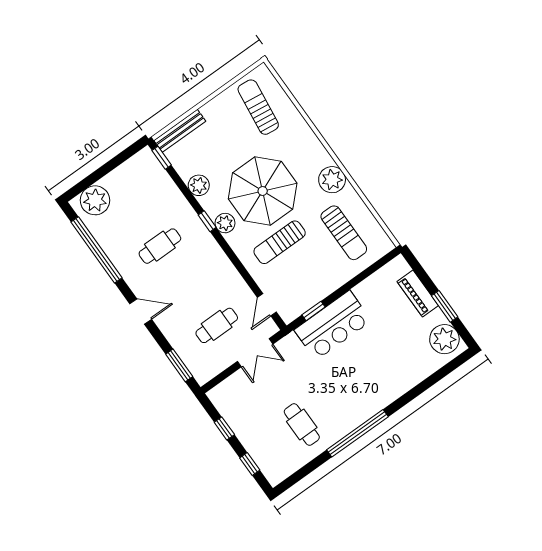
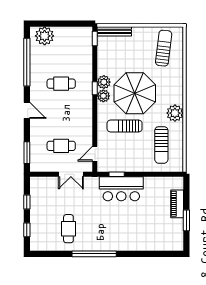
plant: (199, 185) -> (104, 82), moved
plant: (444, 339) -> (174, 237), removed

